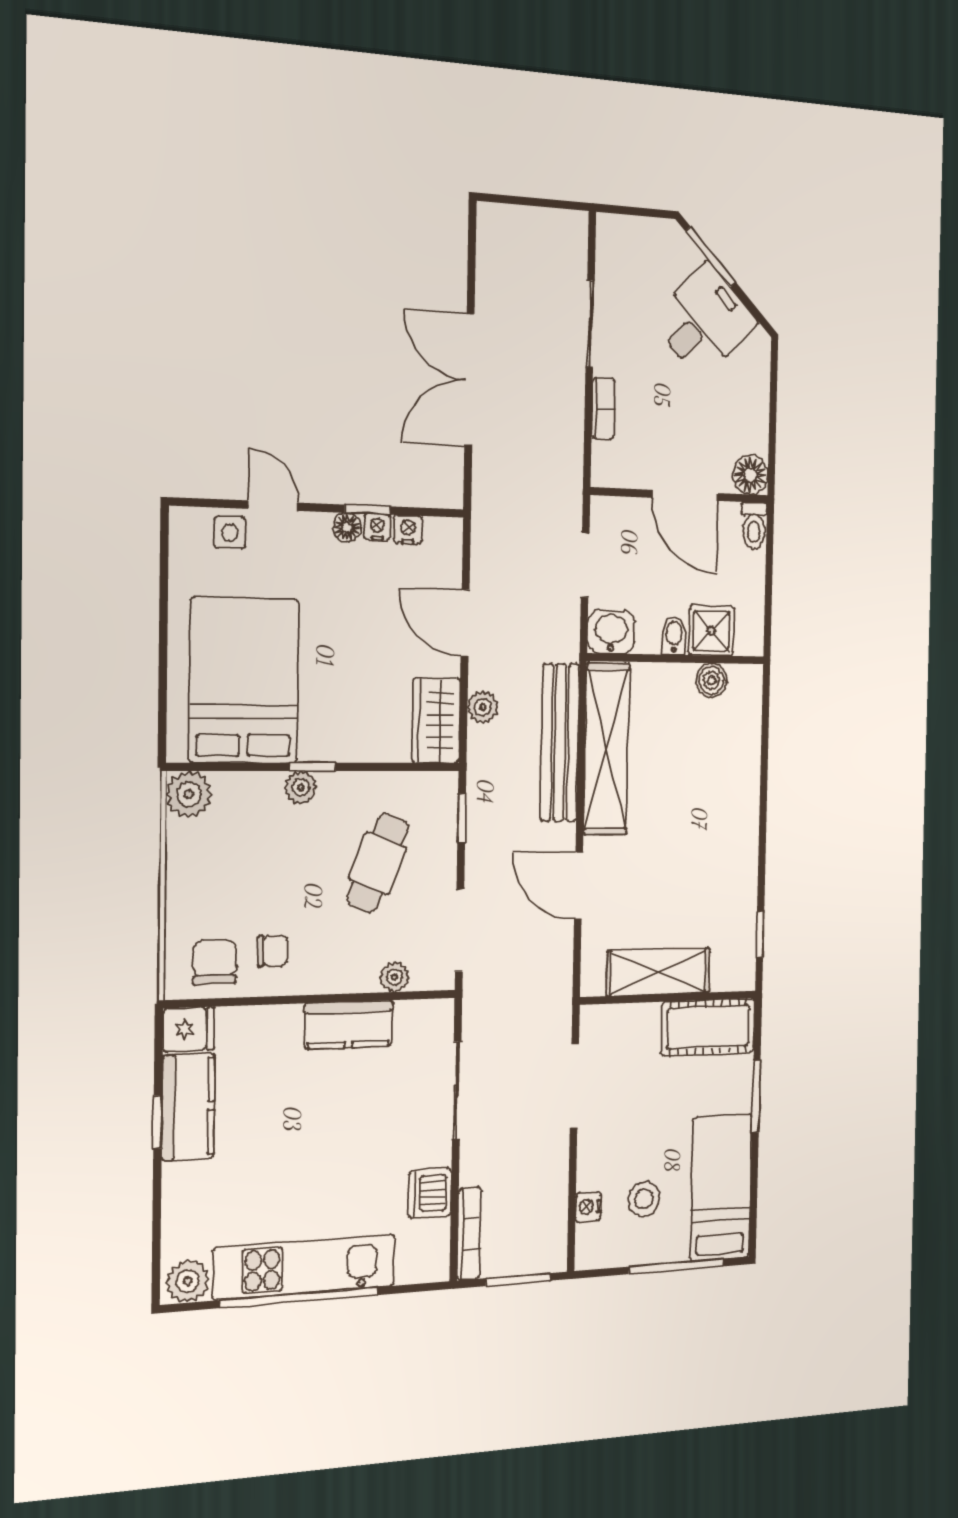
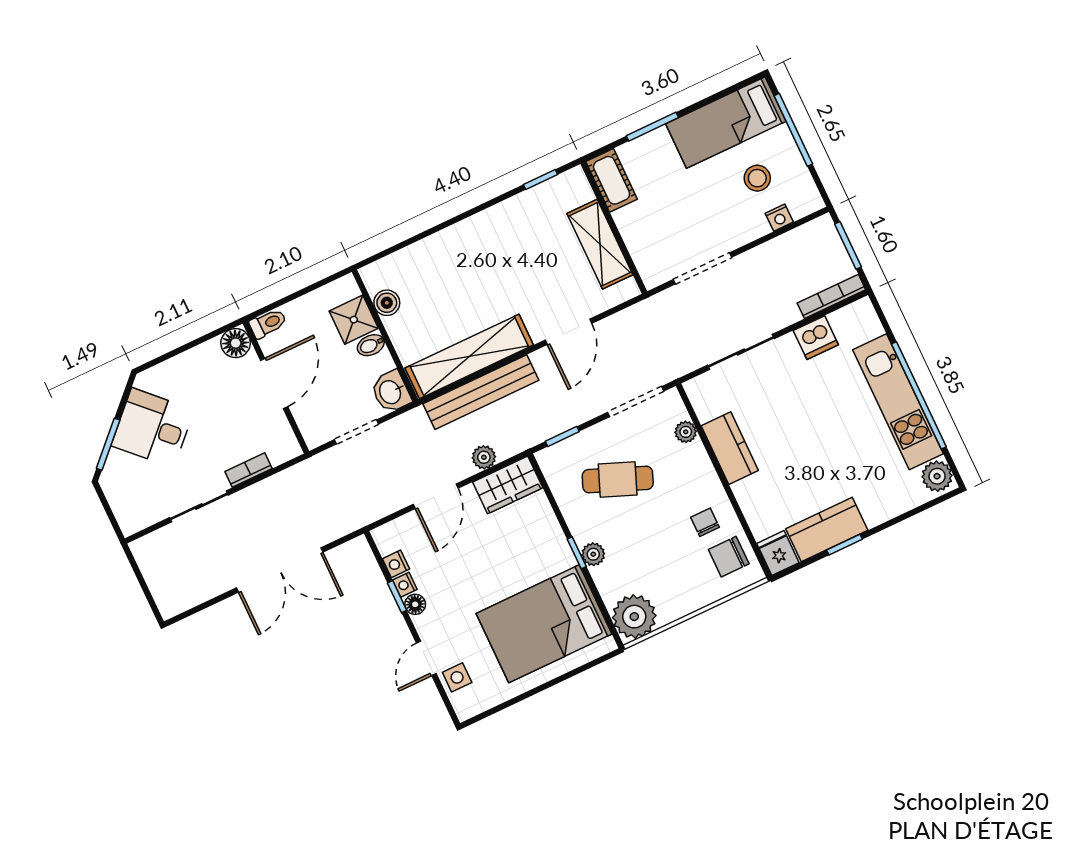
plant: (189, 794) -> (634, 617), width x1.36, depth x1.36
cot: (708, 1027) -> (612, 180), width x0.73, depth x0.75

